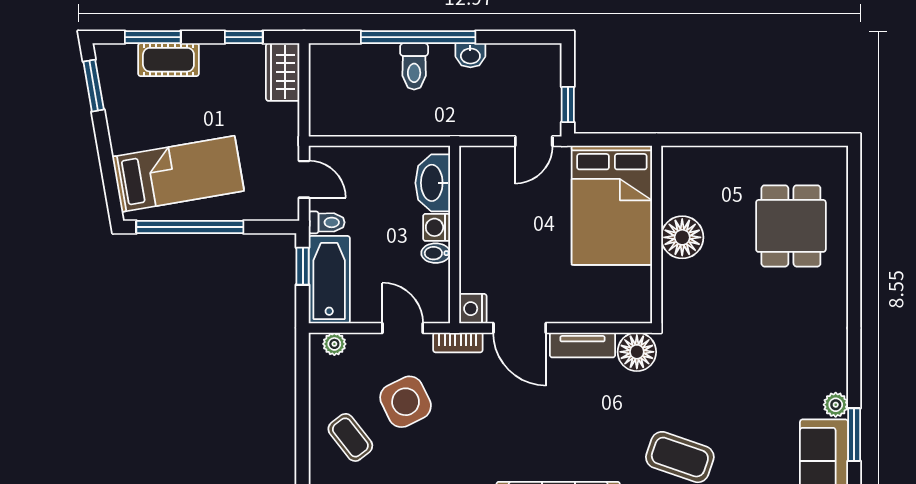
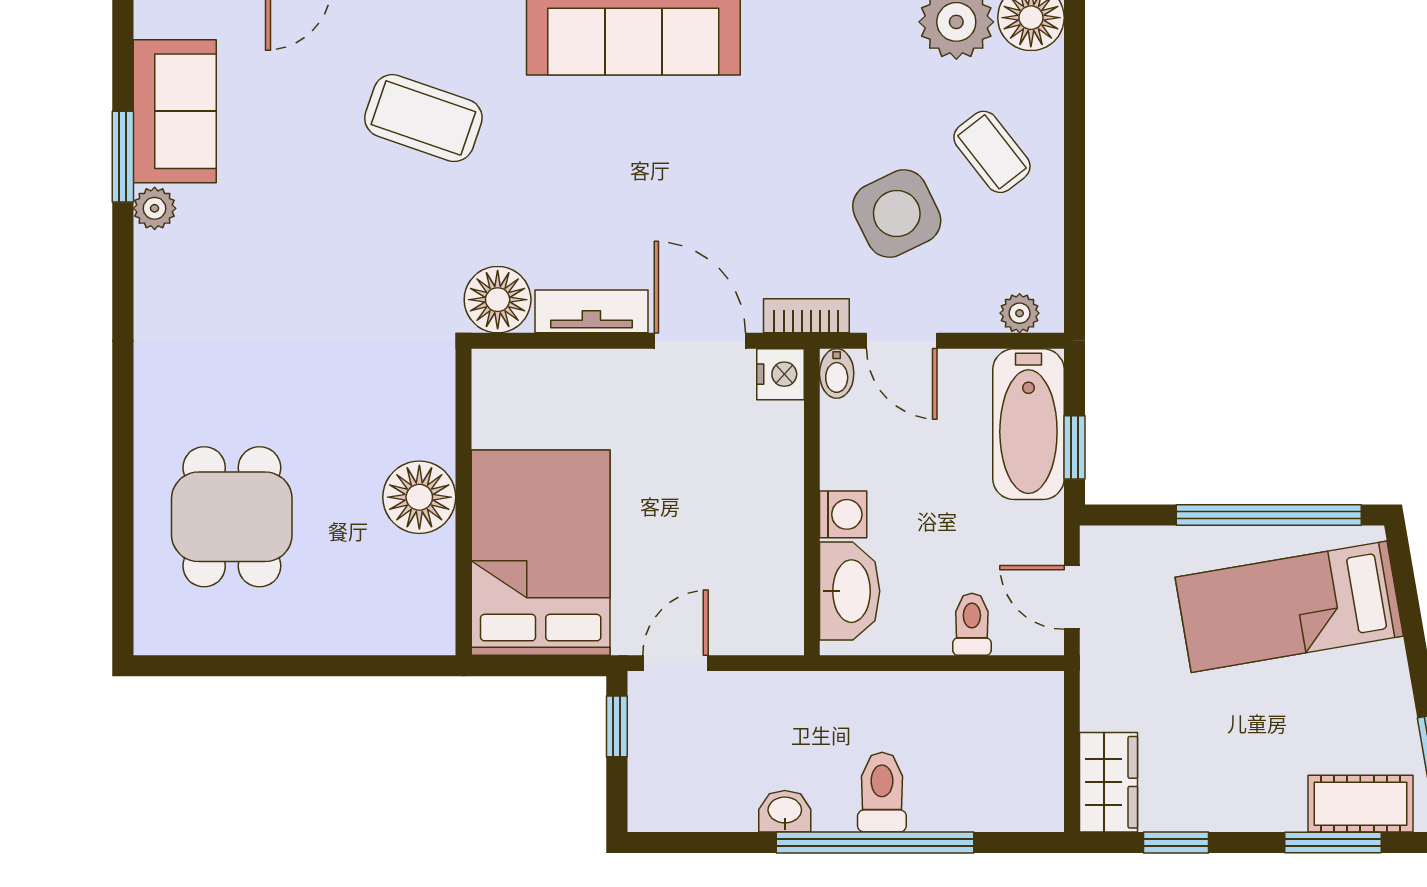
cot: (168, 60) -> (1360, 804), moved
toilet: (327, 222) -> (972, 624), moved, turned 90
bidet: (436, 253) -> (837, 373), moved, turned 90

